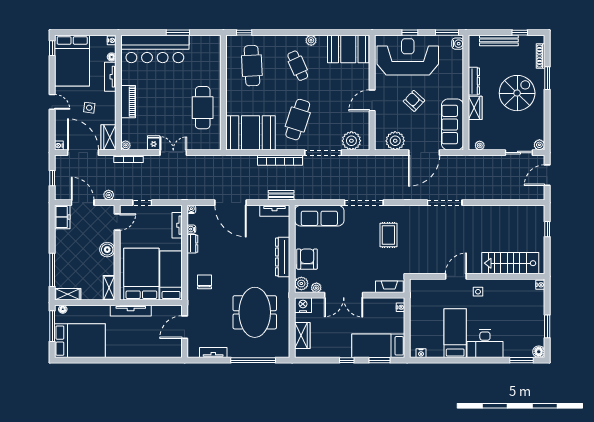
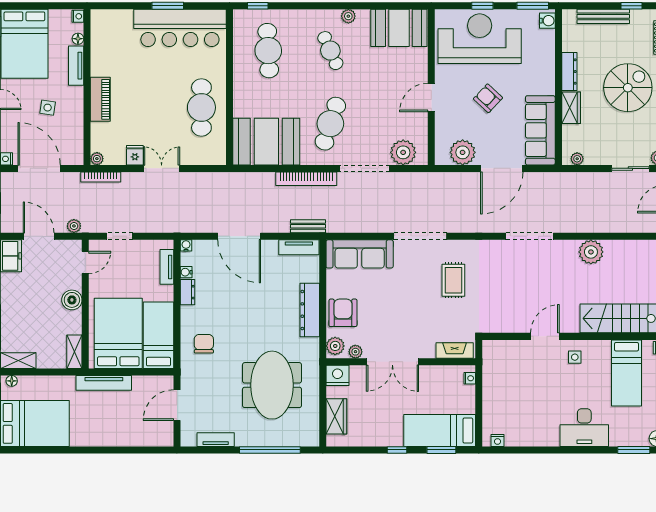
bar counter: (155, 49) -> (180, 28), moved
wardrobe: (109, 137) -> (74, 148), removed
plant: (490, 214) -> (591, 252), added
bed: (455, 333) -> (626, 373), moved, turned 180

